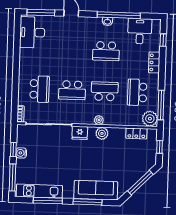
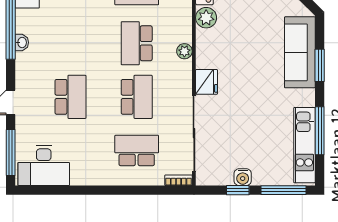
school desk: (106, 51) -> (71, 97), moved
plant: (102, 133) -> (206, 18), moved
window: (88, 202) -> (320, 65), width x0.69

